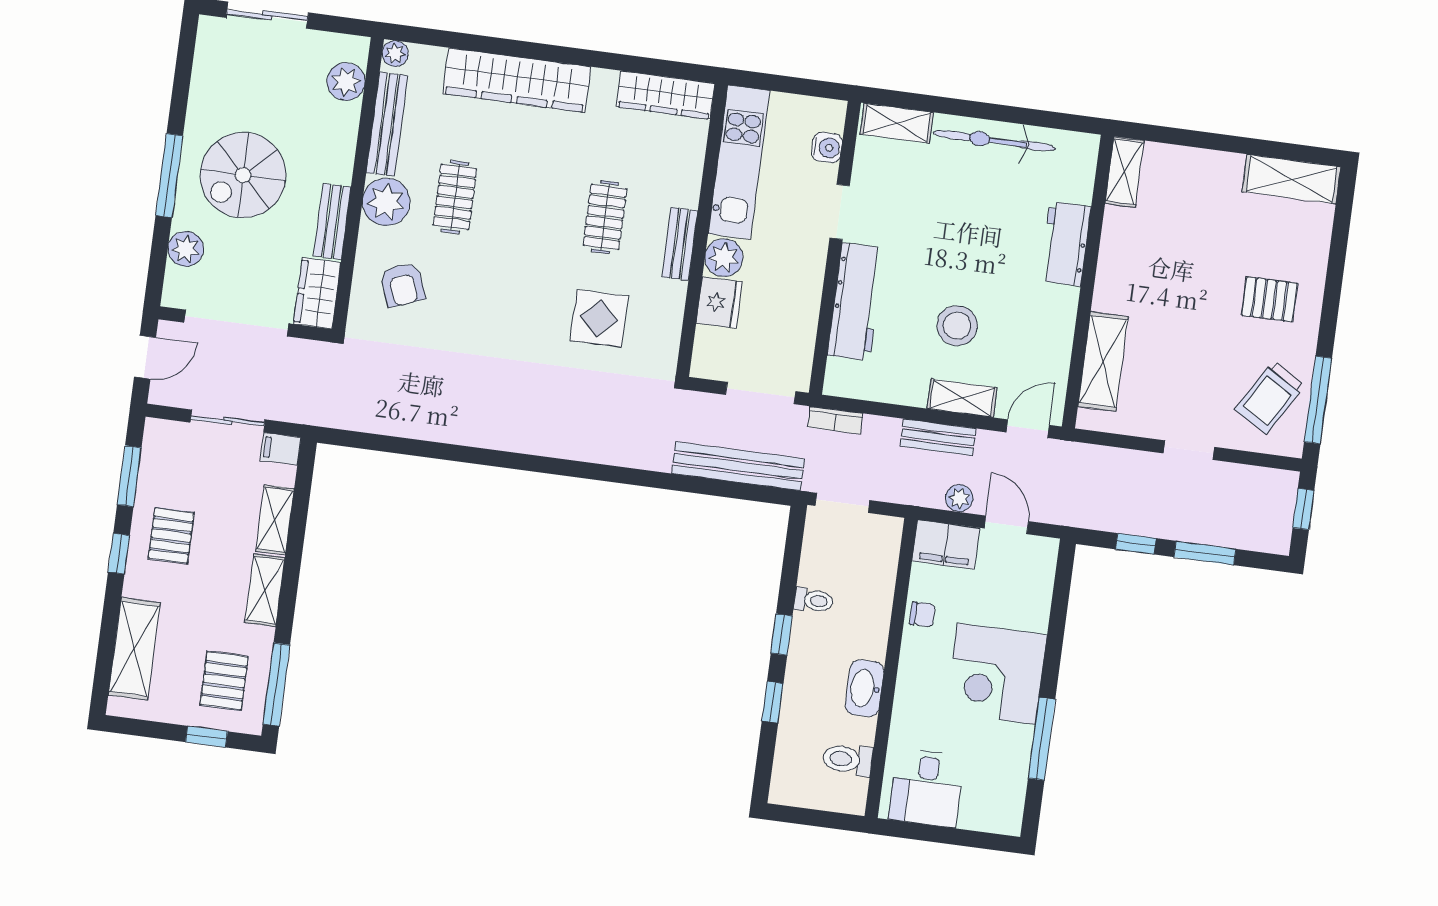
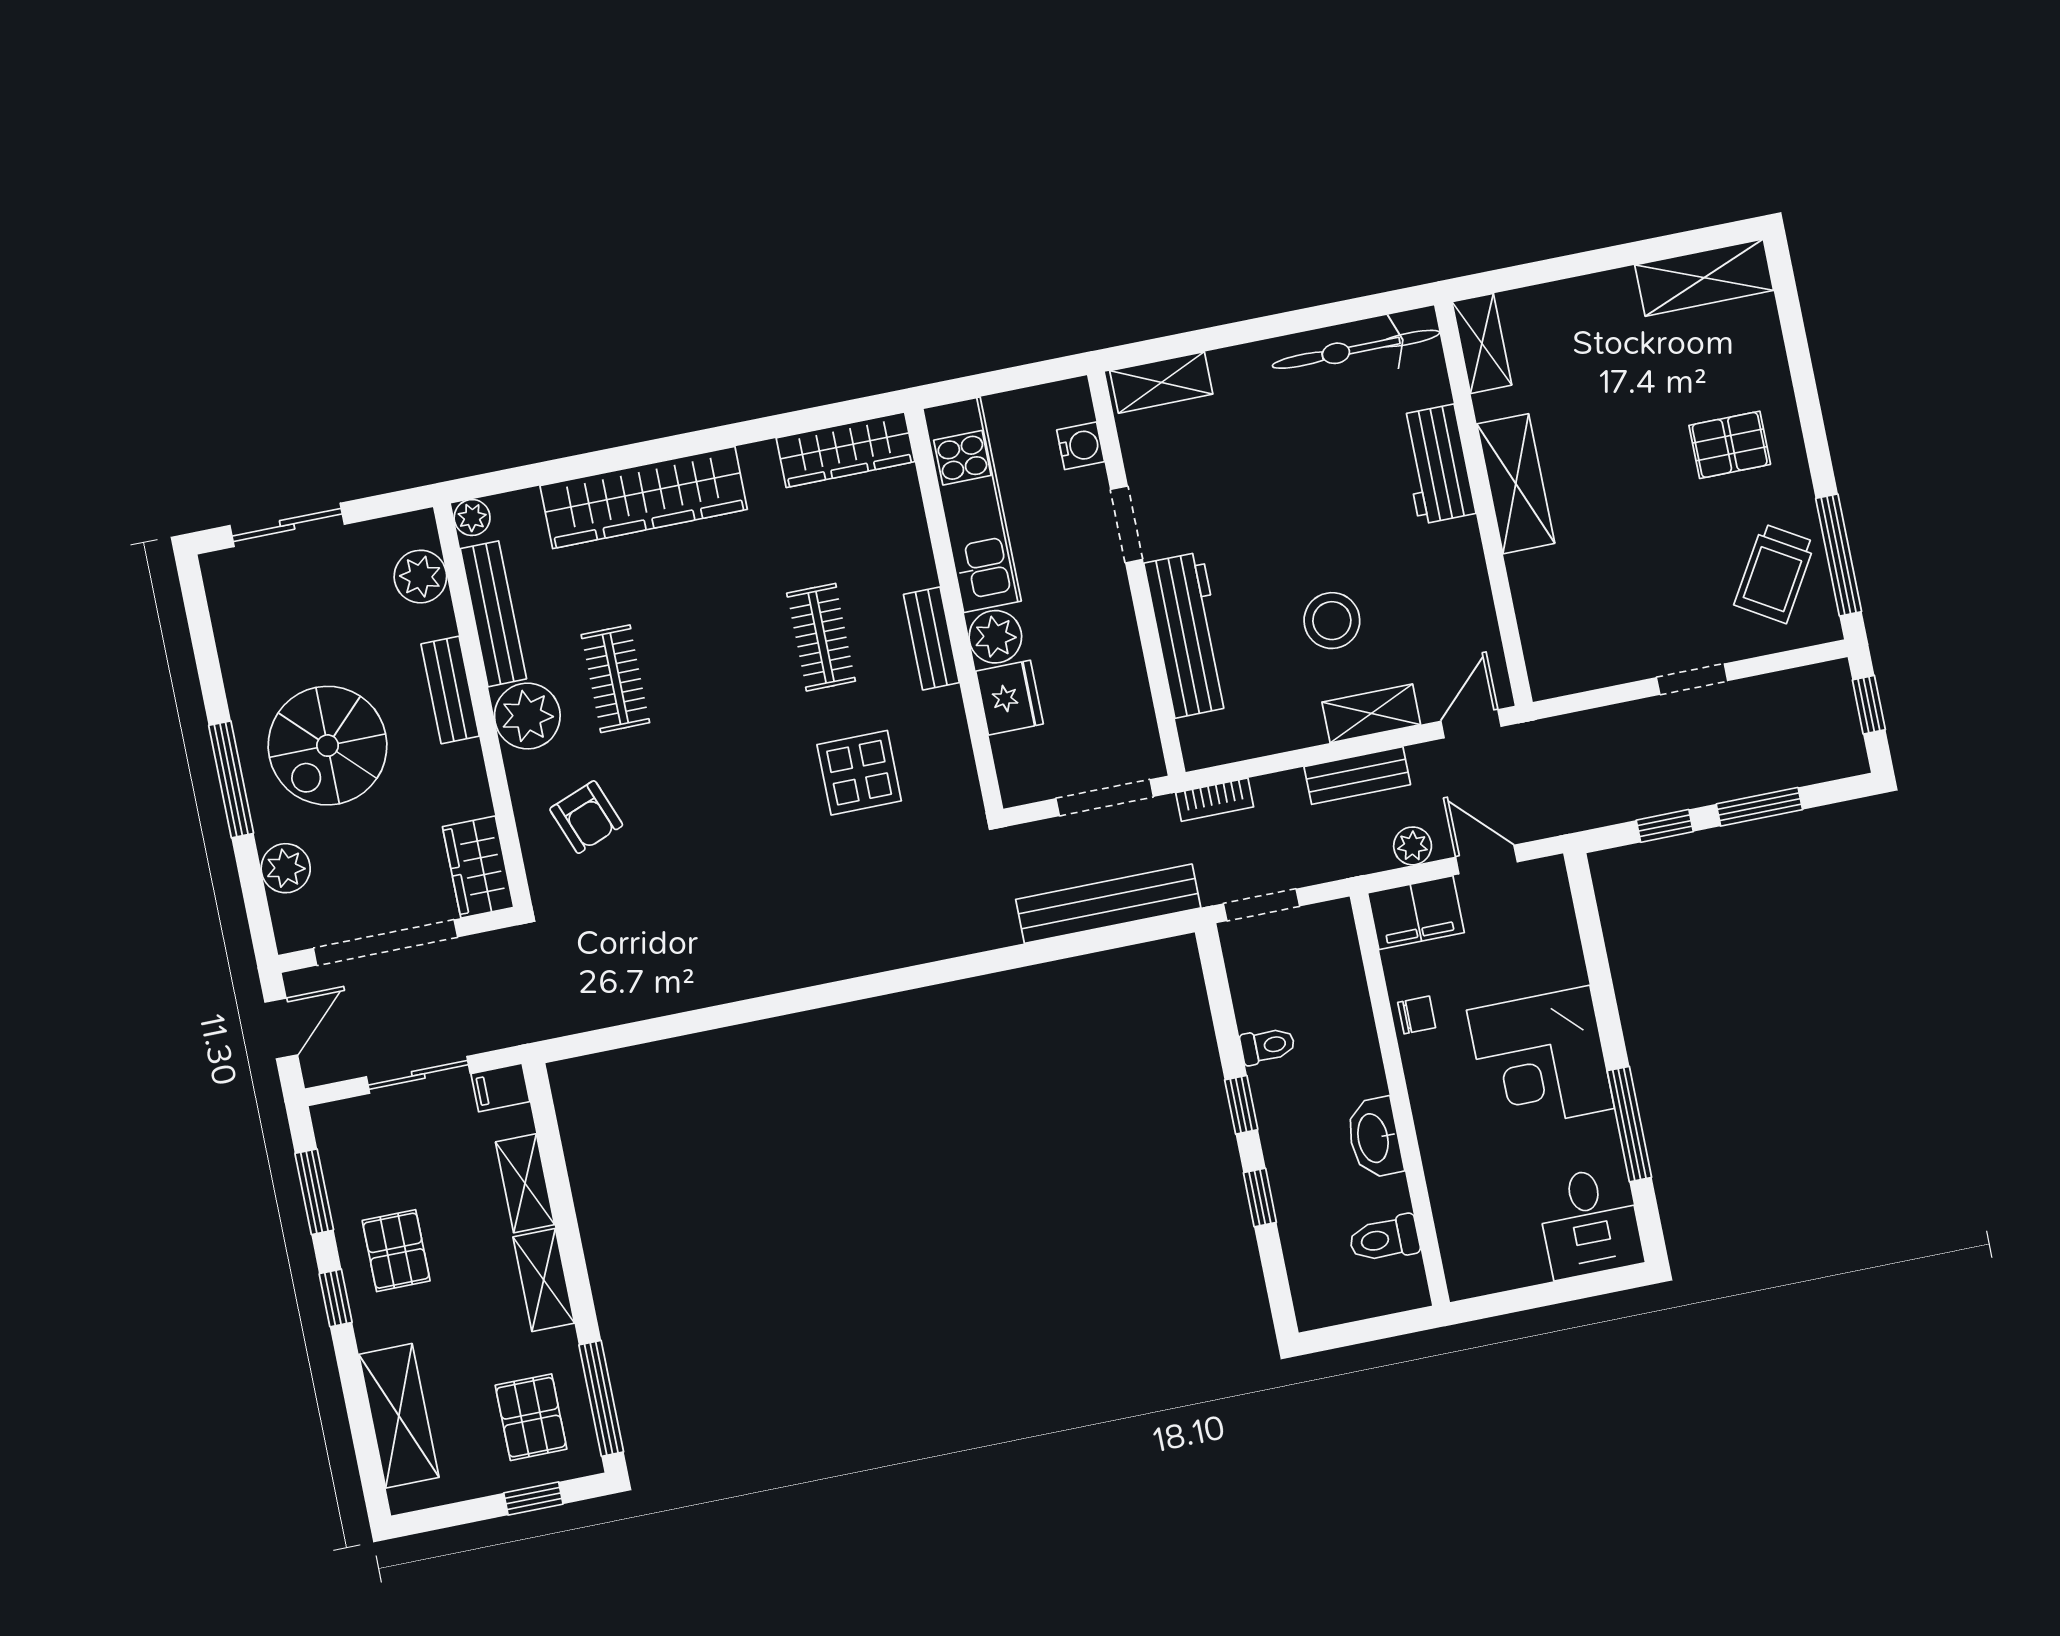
bicycle: (994, 141) -> (1356, 349), moved
bench: (332, 222) -> (450, 690), moved
shelving: (1103, 362) -> (1516, 484), moved
desk: (926, 788) -> (1590, 1222), moved

